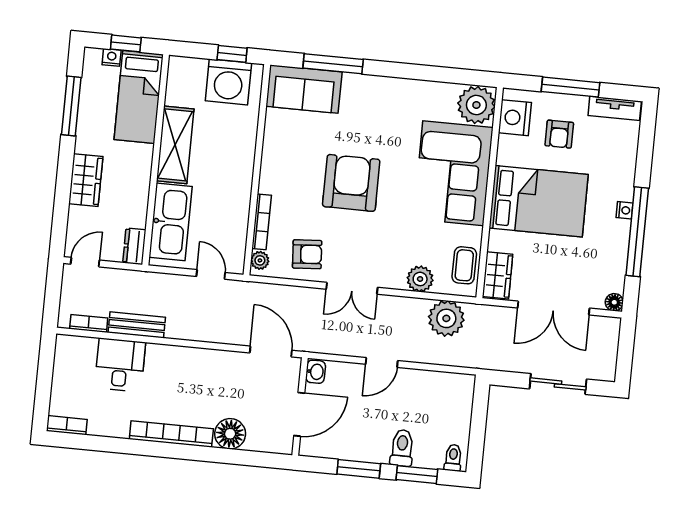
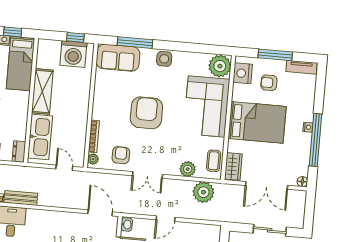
side table: (382, 92) -> (164, 59), added
armchair: (559, 134) -> (269, 83), turned 90
armchair: (307, 254) -> (121, 155), turned -86

